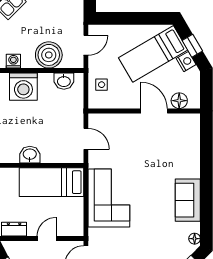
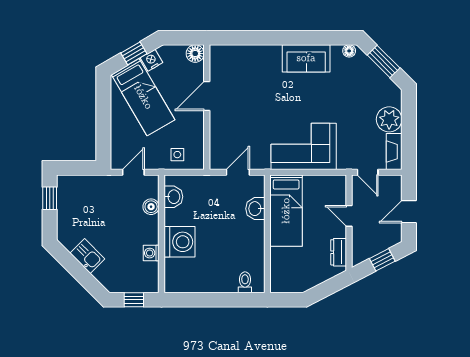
door: (86, 45) -> (133, 172), hinge flipped
boiler: (49, 55) -> (151, 207), width x0.54, depth x0.54
floor lamp: (179, 101) -> (195, 54), moved
washbasin: (30, 155) -> (255, 209), moved

